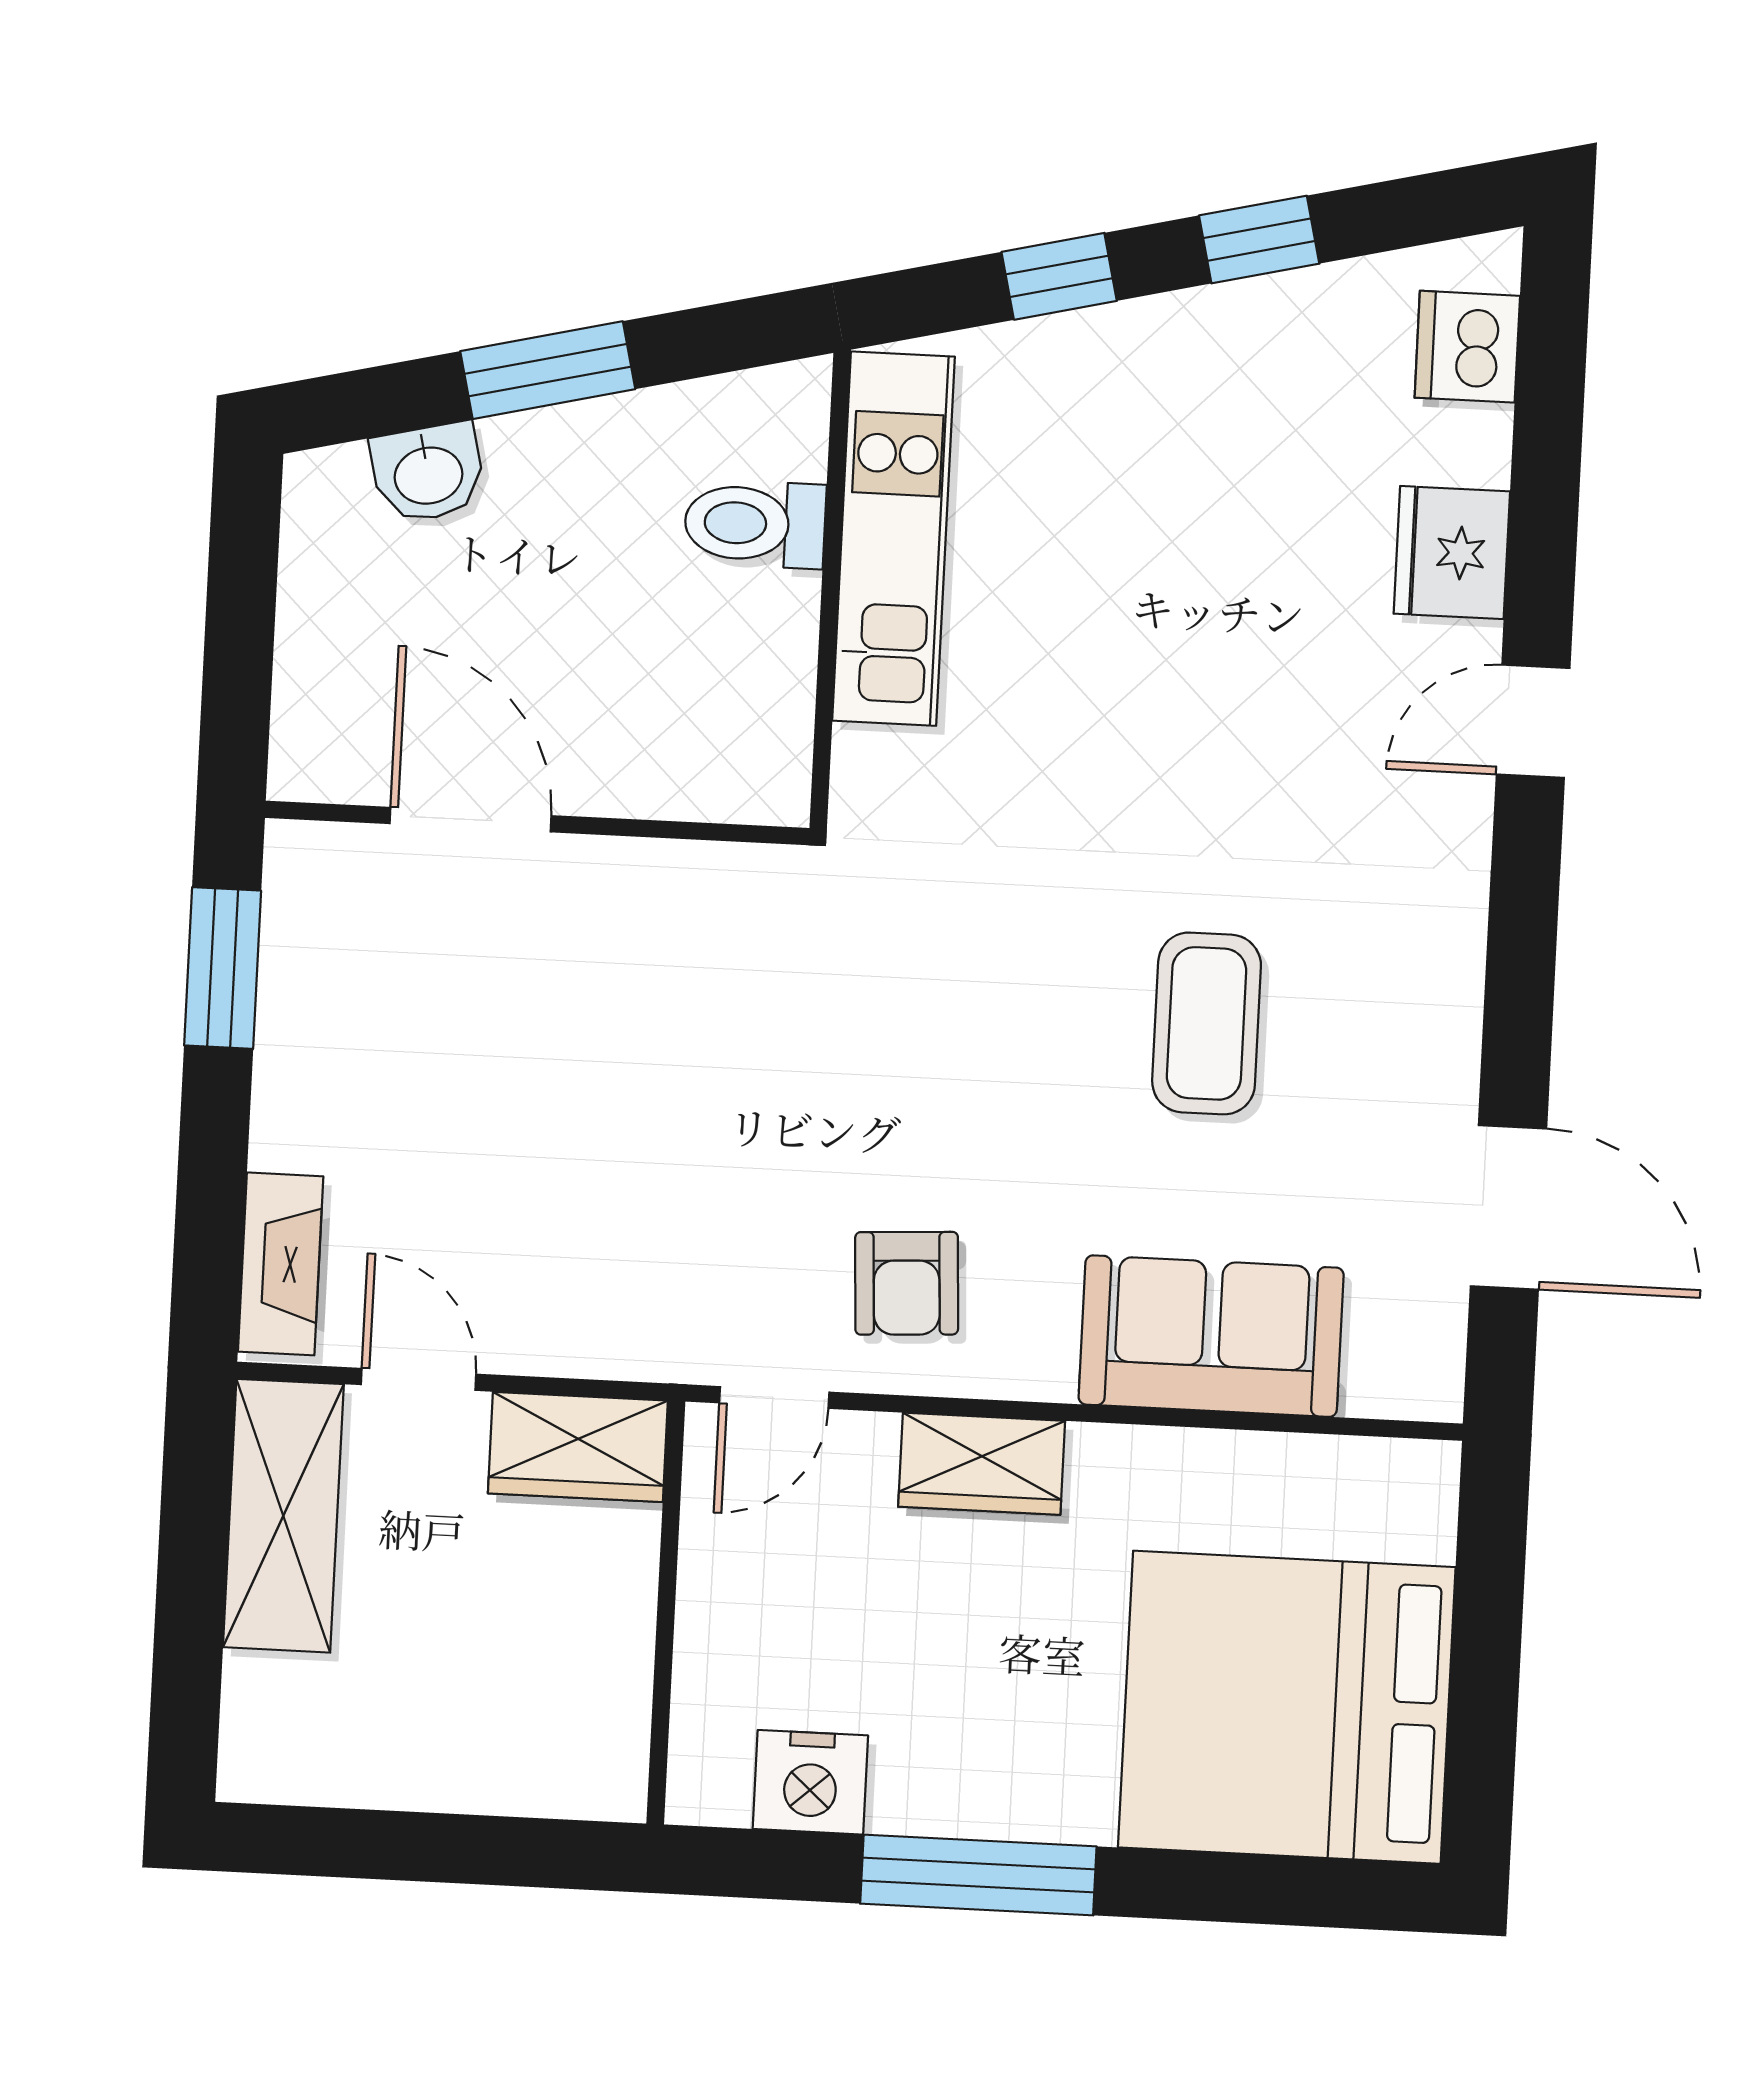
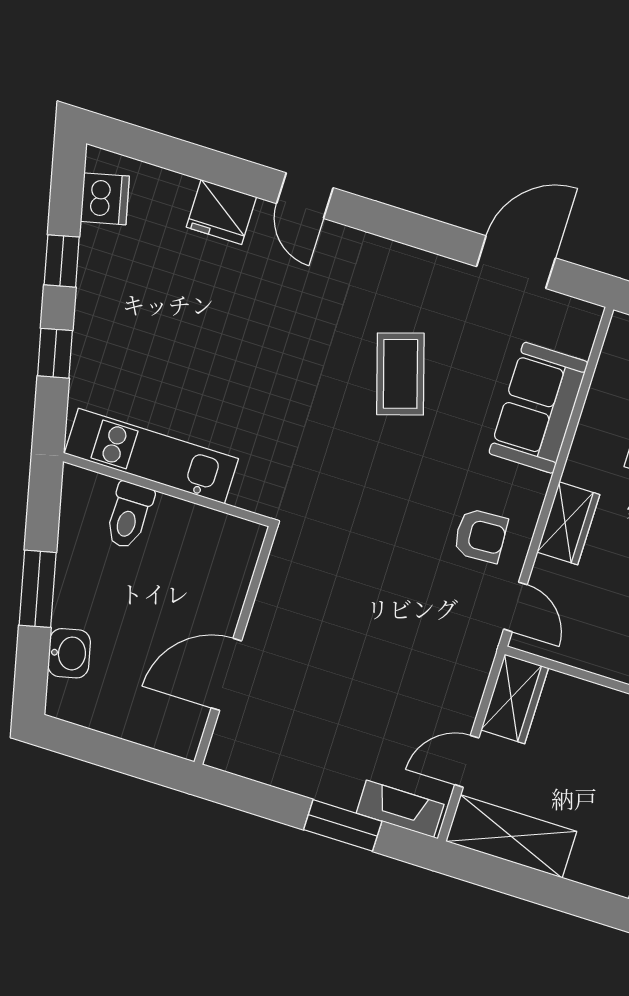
dishwasher: (1467, 347) -> (105, 199), moved, turned -103
window: (223, 968) -> (343, 825), moved
coffee table: (1207, 1023) -> (400, 374), turned 73

